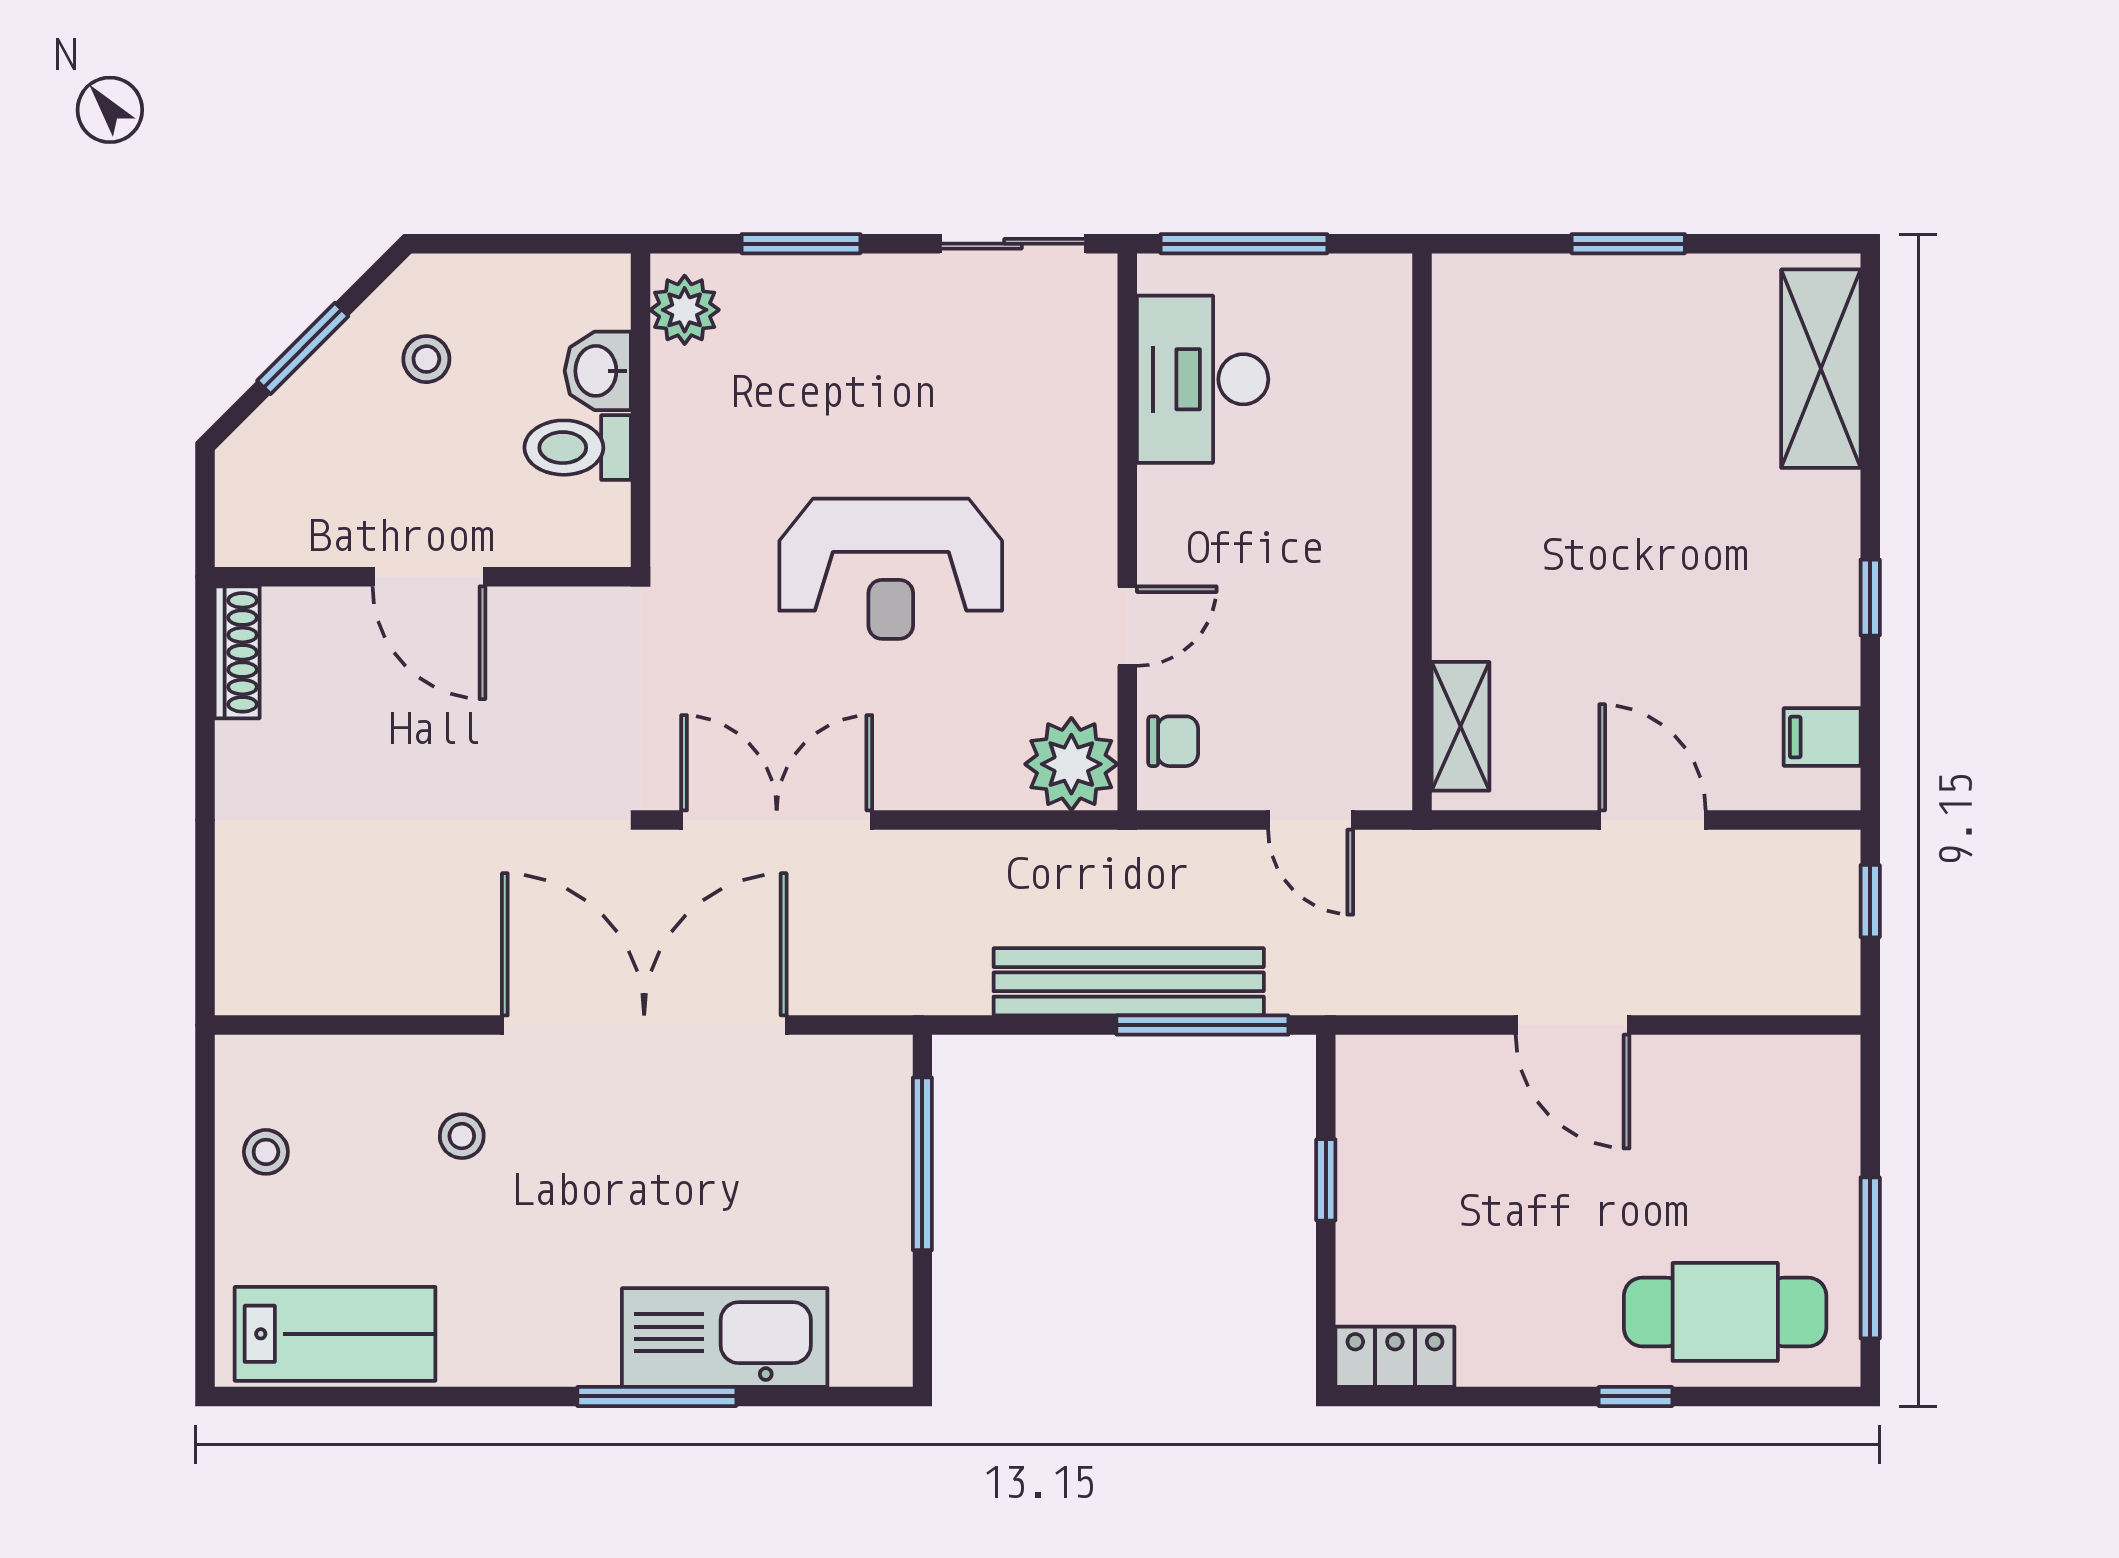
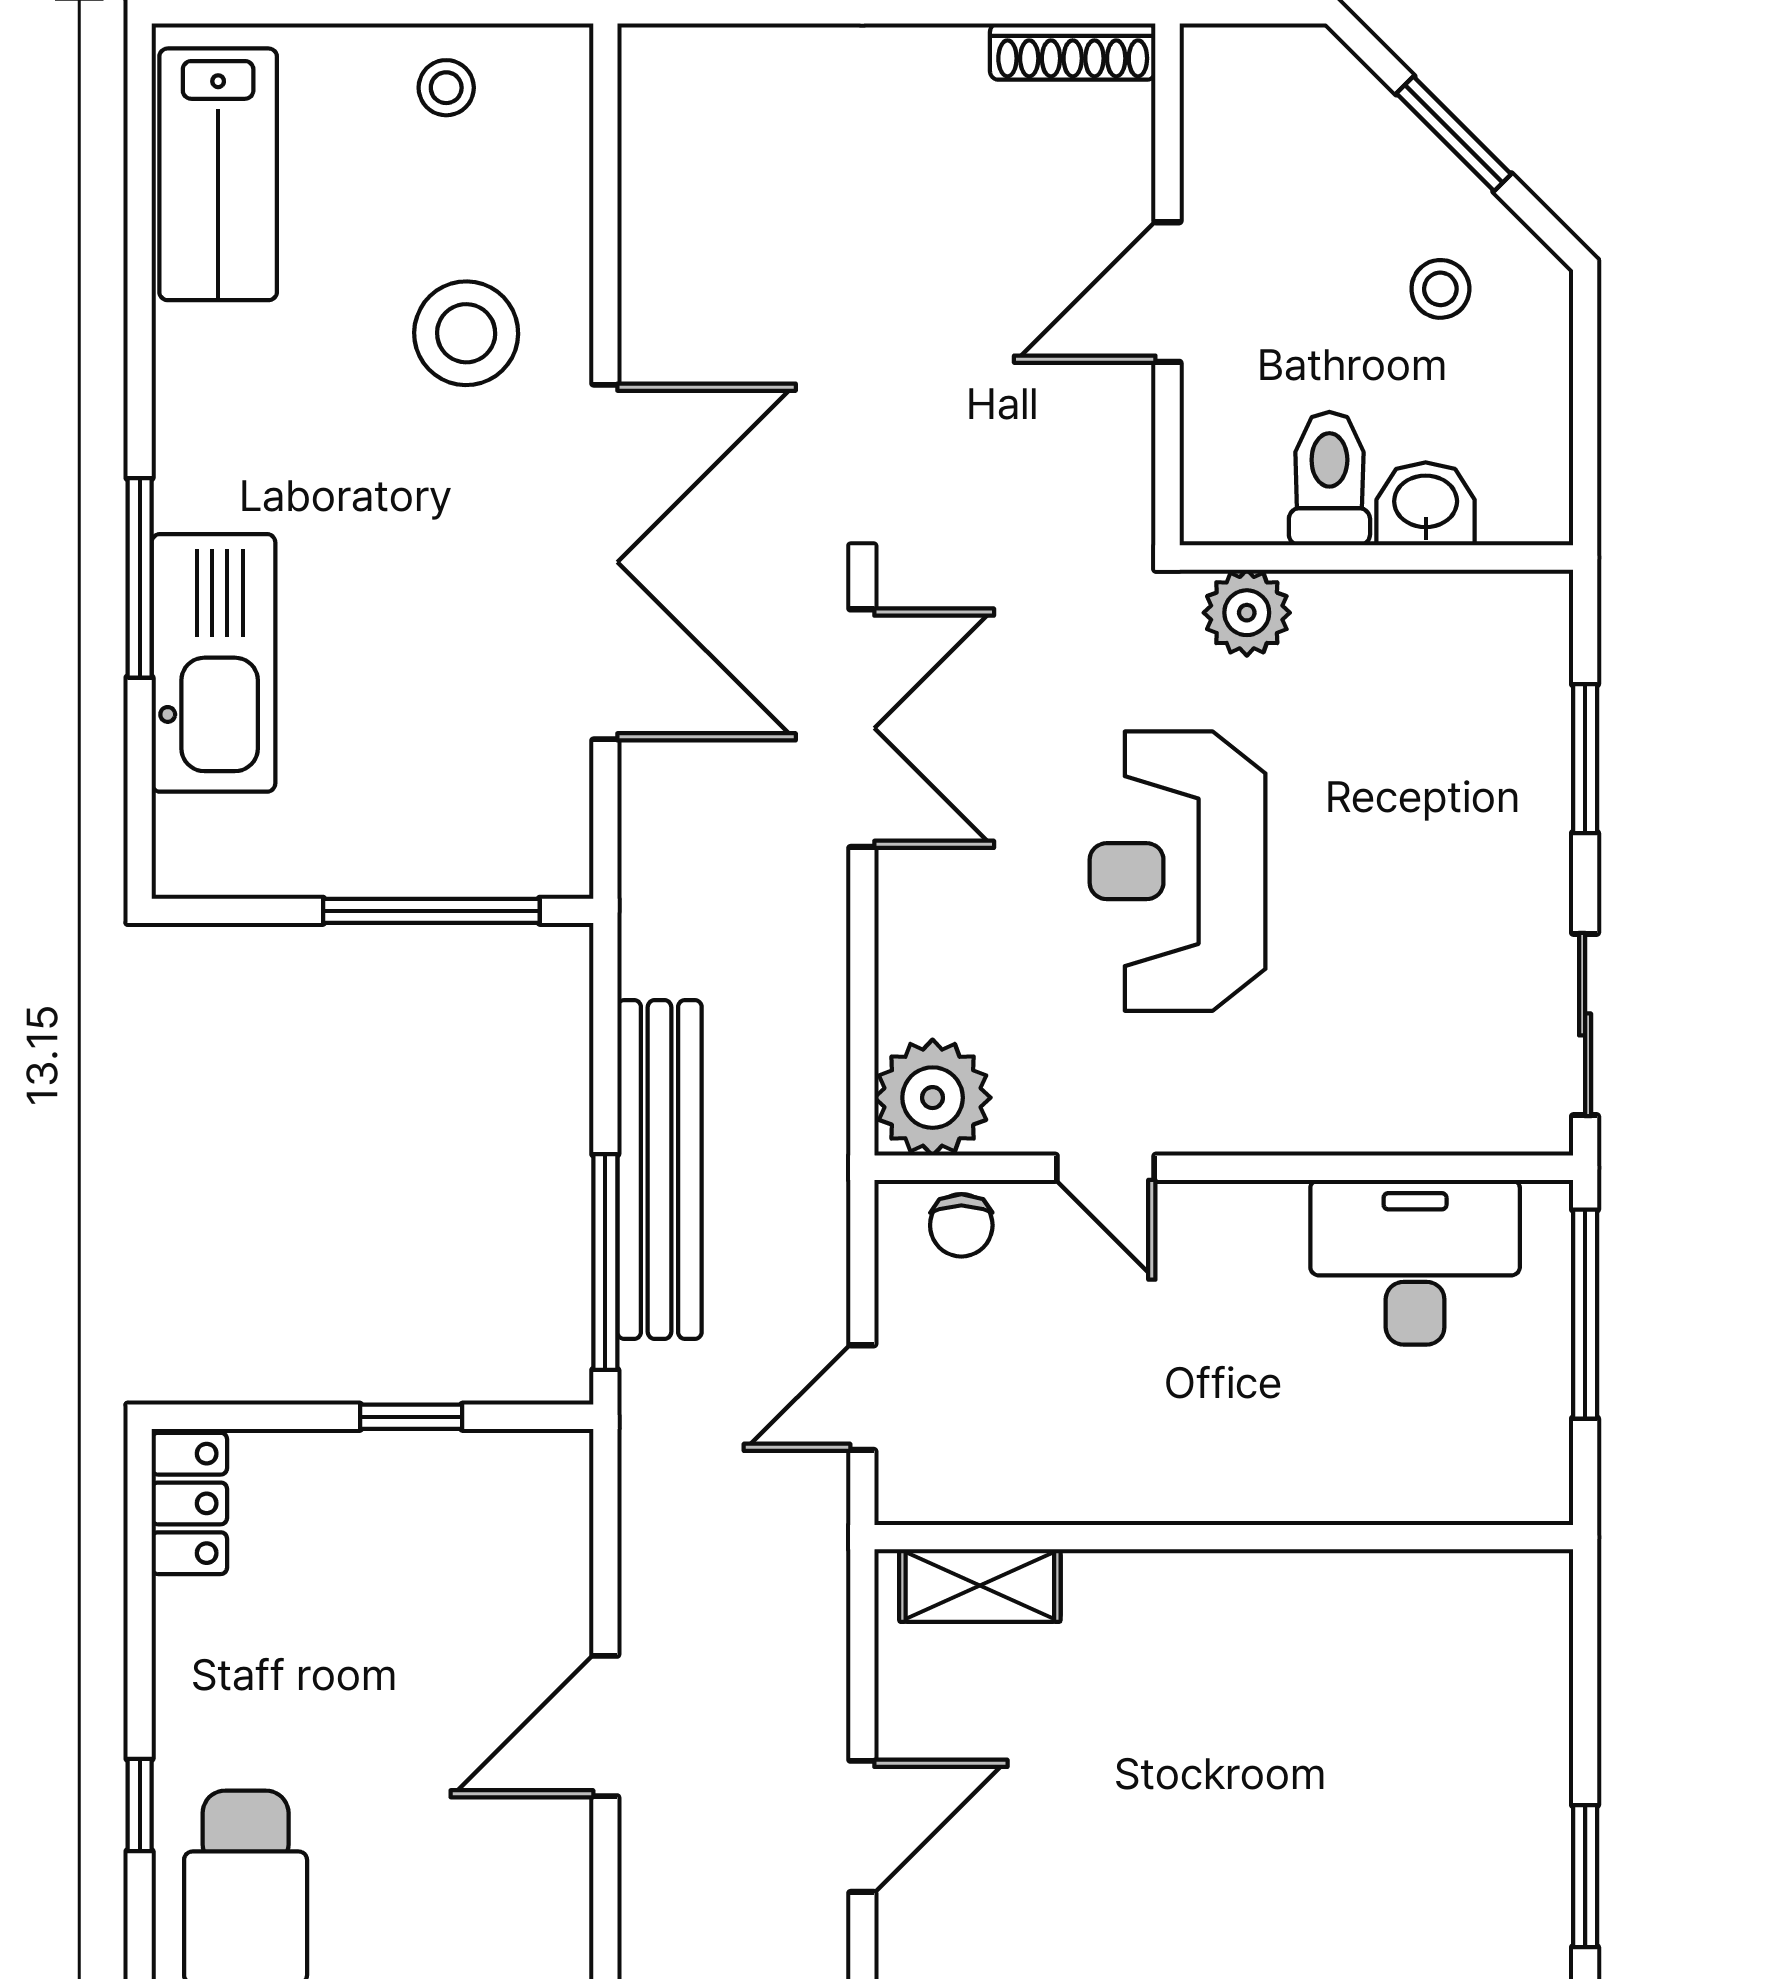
window: (1628, 244) -> (1585, 1876), moved
plant: (685, 310) -> (1247, 613), moved
stool: (462, 1136) -> (466, 333), width x1.89, depth x1.89

